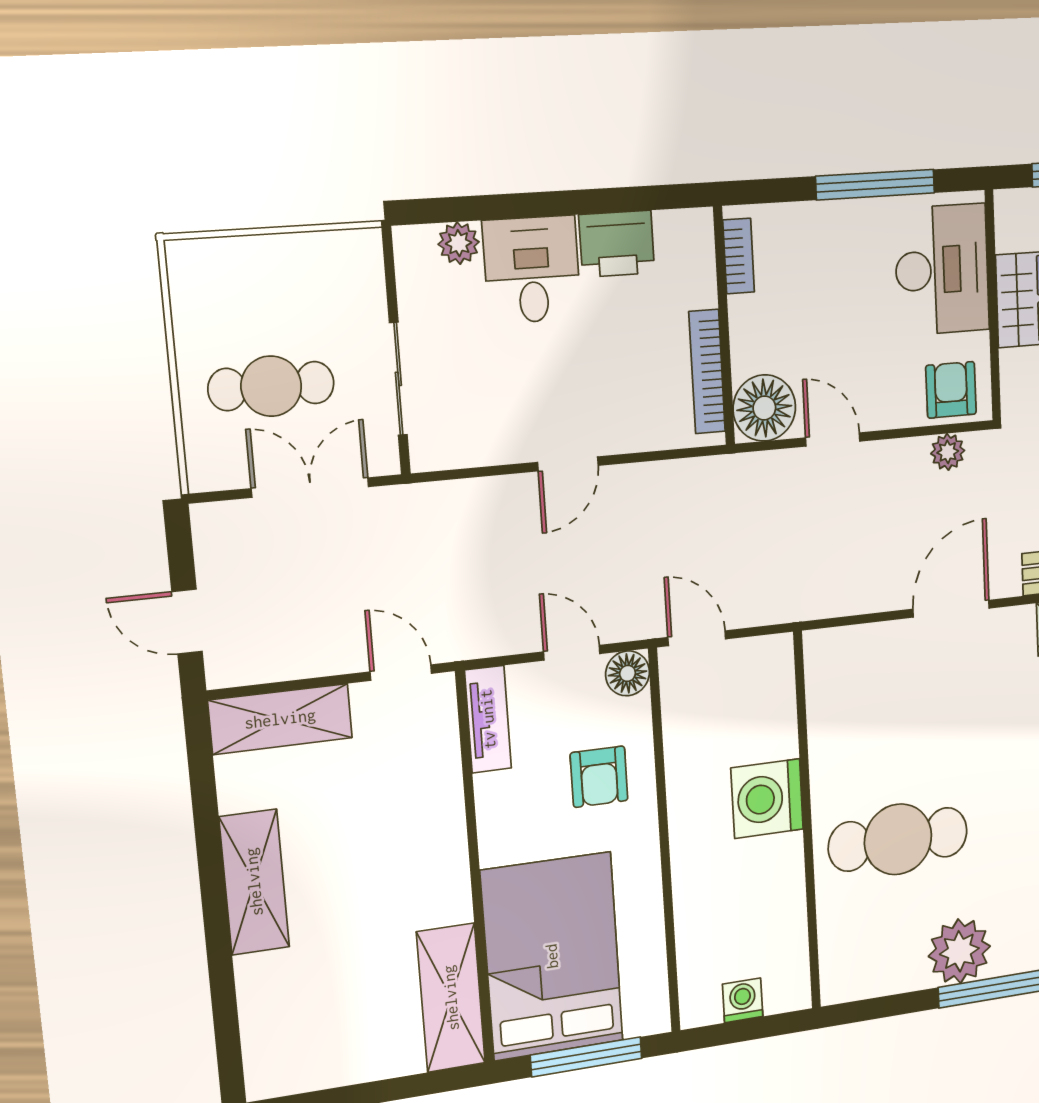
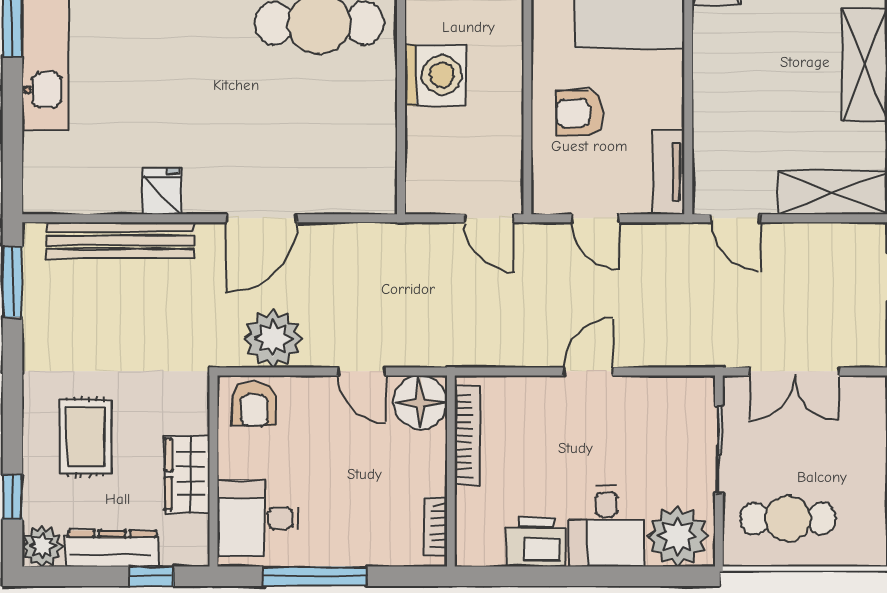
plant: (459, 243) -> (678, 536), width x1.87, depth x1.87
desk: (942, 270) -> (258, 518), width x0.73
cafe table: (271, 386) -> (788, 519), moved
plant: (948, 452) -> (273, 338), width x1.87, depth x1.87
floor lamp: (628, 673) -> (550, 196), removed
armchair: (599, 777) -> (580, 113), turned -91

